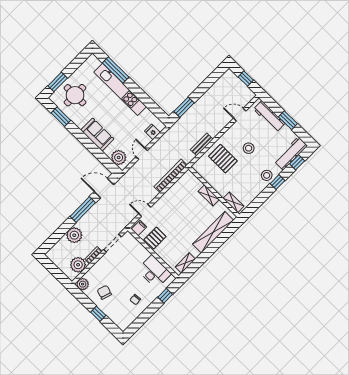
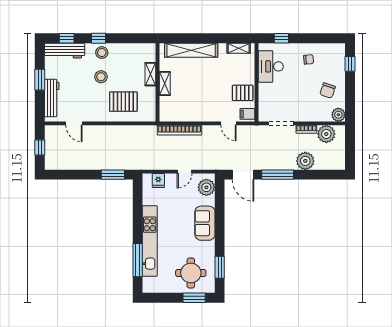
bench: (202, 144) -> (129, 130), removed
stool: (249, 148) -> (101, 77), moved
pallet: (223, 159) -> (123, 102), turned 90
shelving: (233, 202) -> (150, 74), moved
window: (98, 314) -> (350, 64), moved

